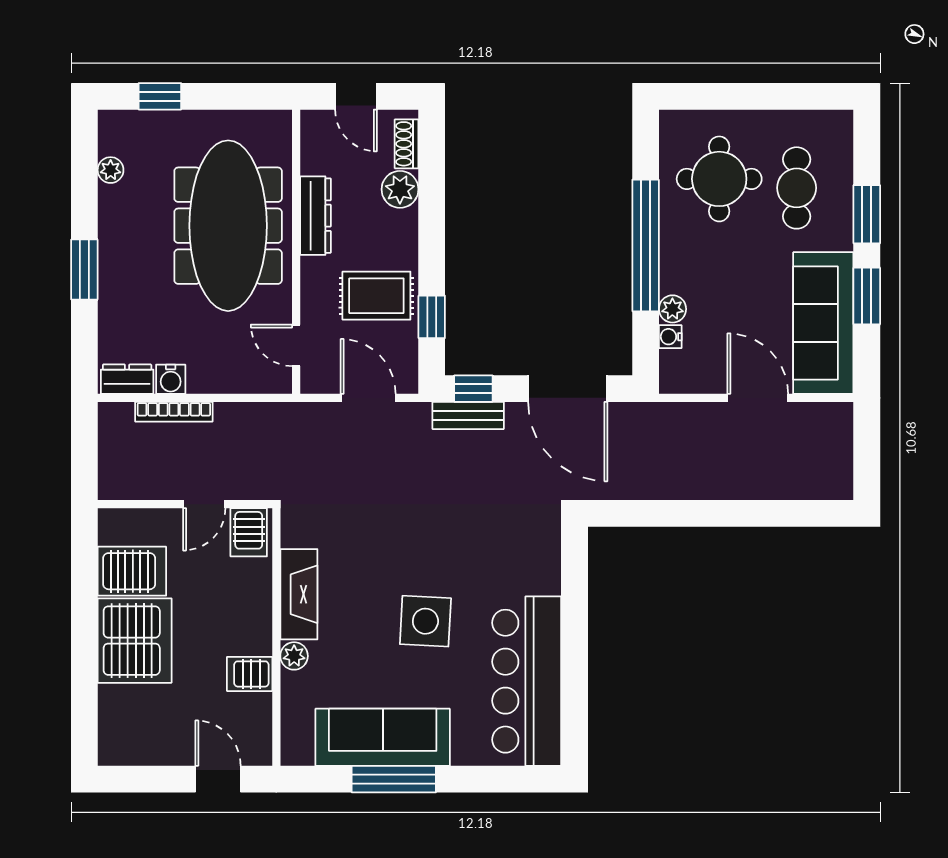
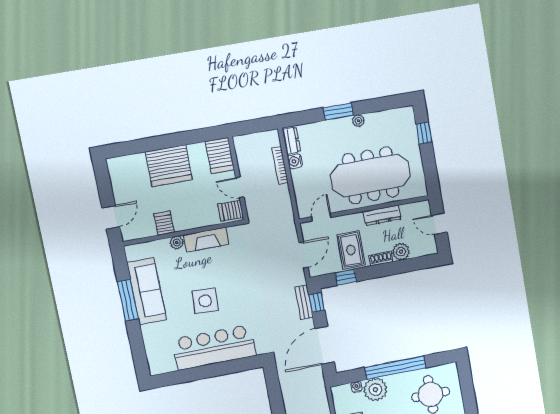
door: (356, 96) -> (439, 224), hinge flipped
shoe rack: (407, 144) -> (381, 259), moved
plant: (111, 170) -> (358, 121), moved
plant: (672, 309) -> (375, 390), width x1.88, depth x1.88
server rack: (132, 571) -> (220, 156), moved
bar counter: (527, 681) -> (214, 347), moved

